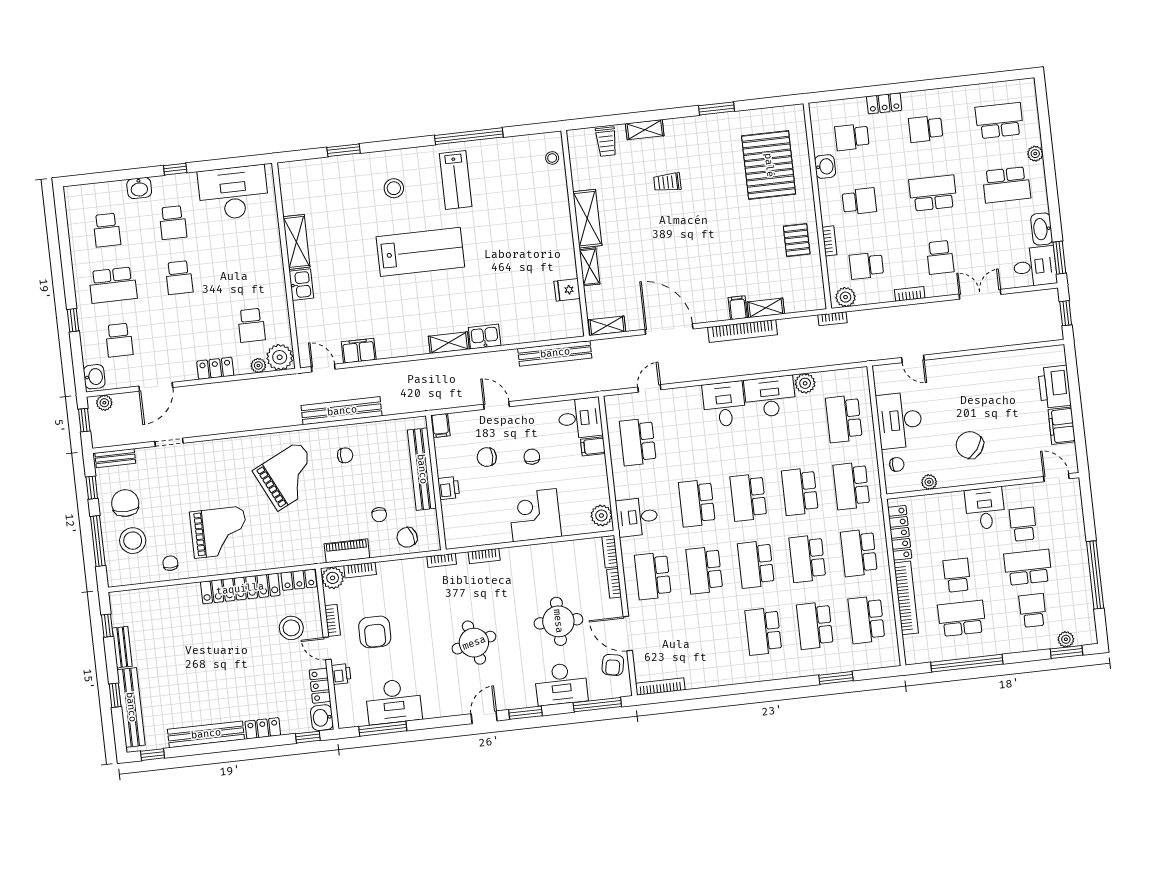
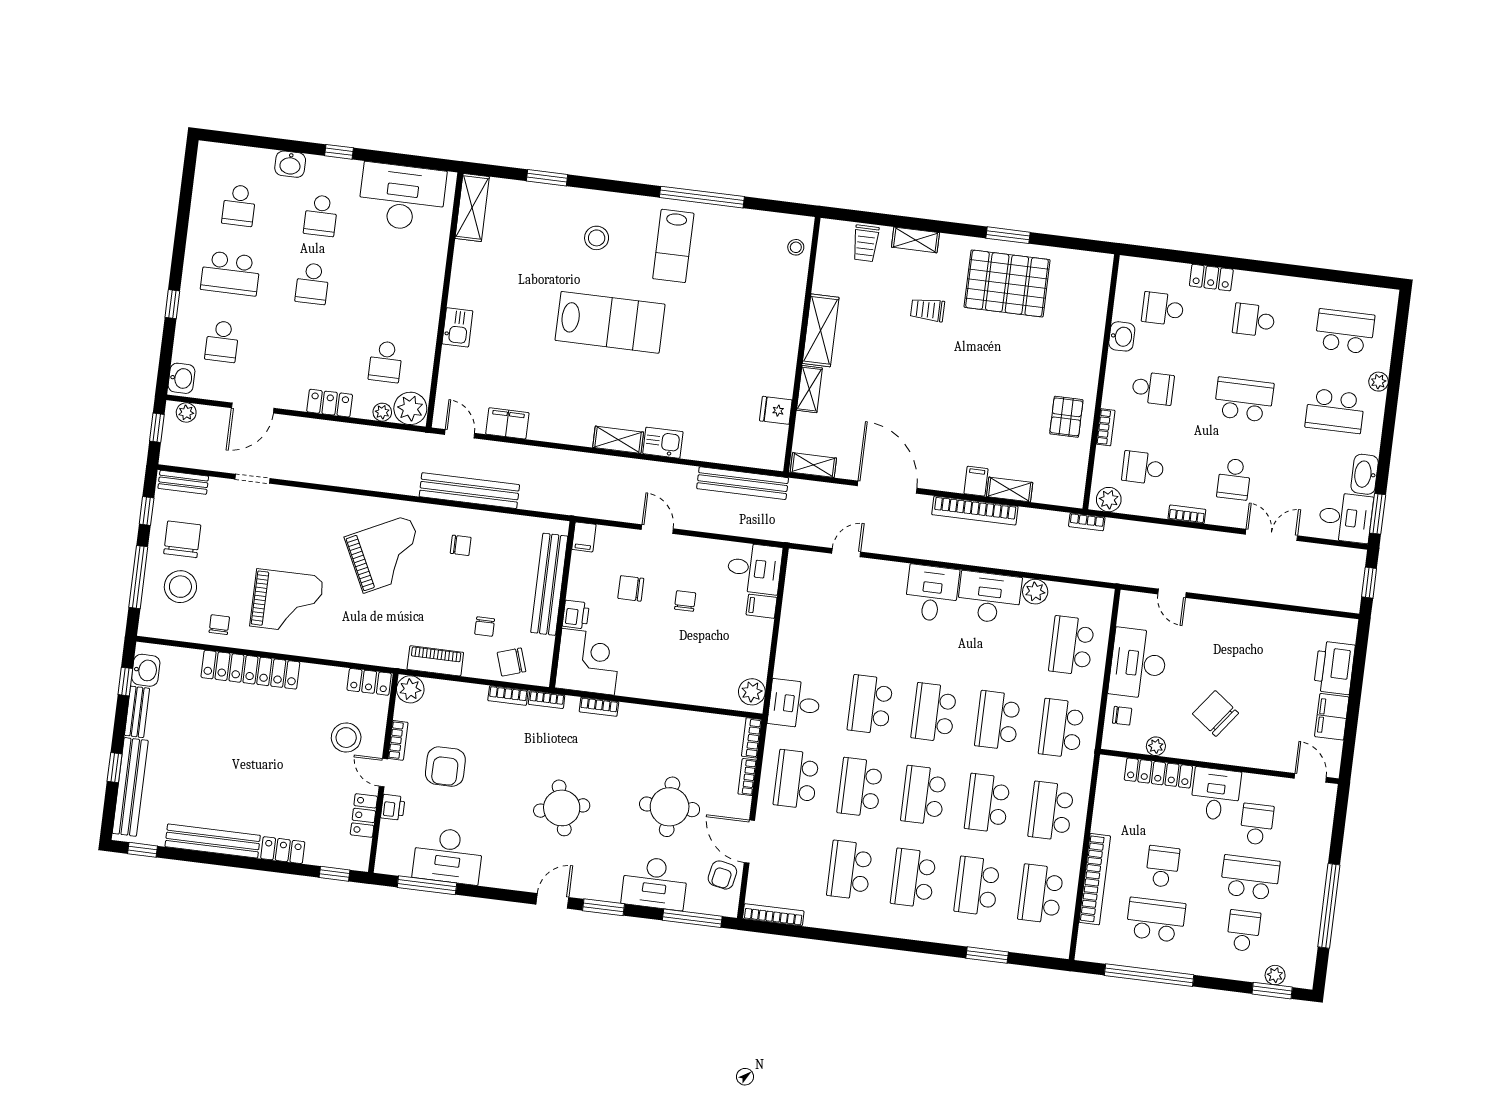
pallet: (769, 165) -> (1007, 283), moved, turned 90
shelving: (296, 242) -> (472, 207), moved
school desk: (638, 442) -> (850, 870), moved
corner desk: (535, 515) -> (588, 662), moved, turned 90
locker: (900, 533) -> (1158, 773), moved, turned 90
bookcase: (360, 570) -> (508, 696), moved
locker: (240, 589) -> (250, 670), moved
washbasin: (322, 718) -> (146, 670), moved, turned 180

